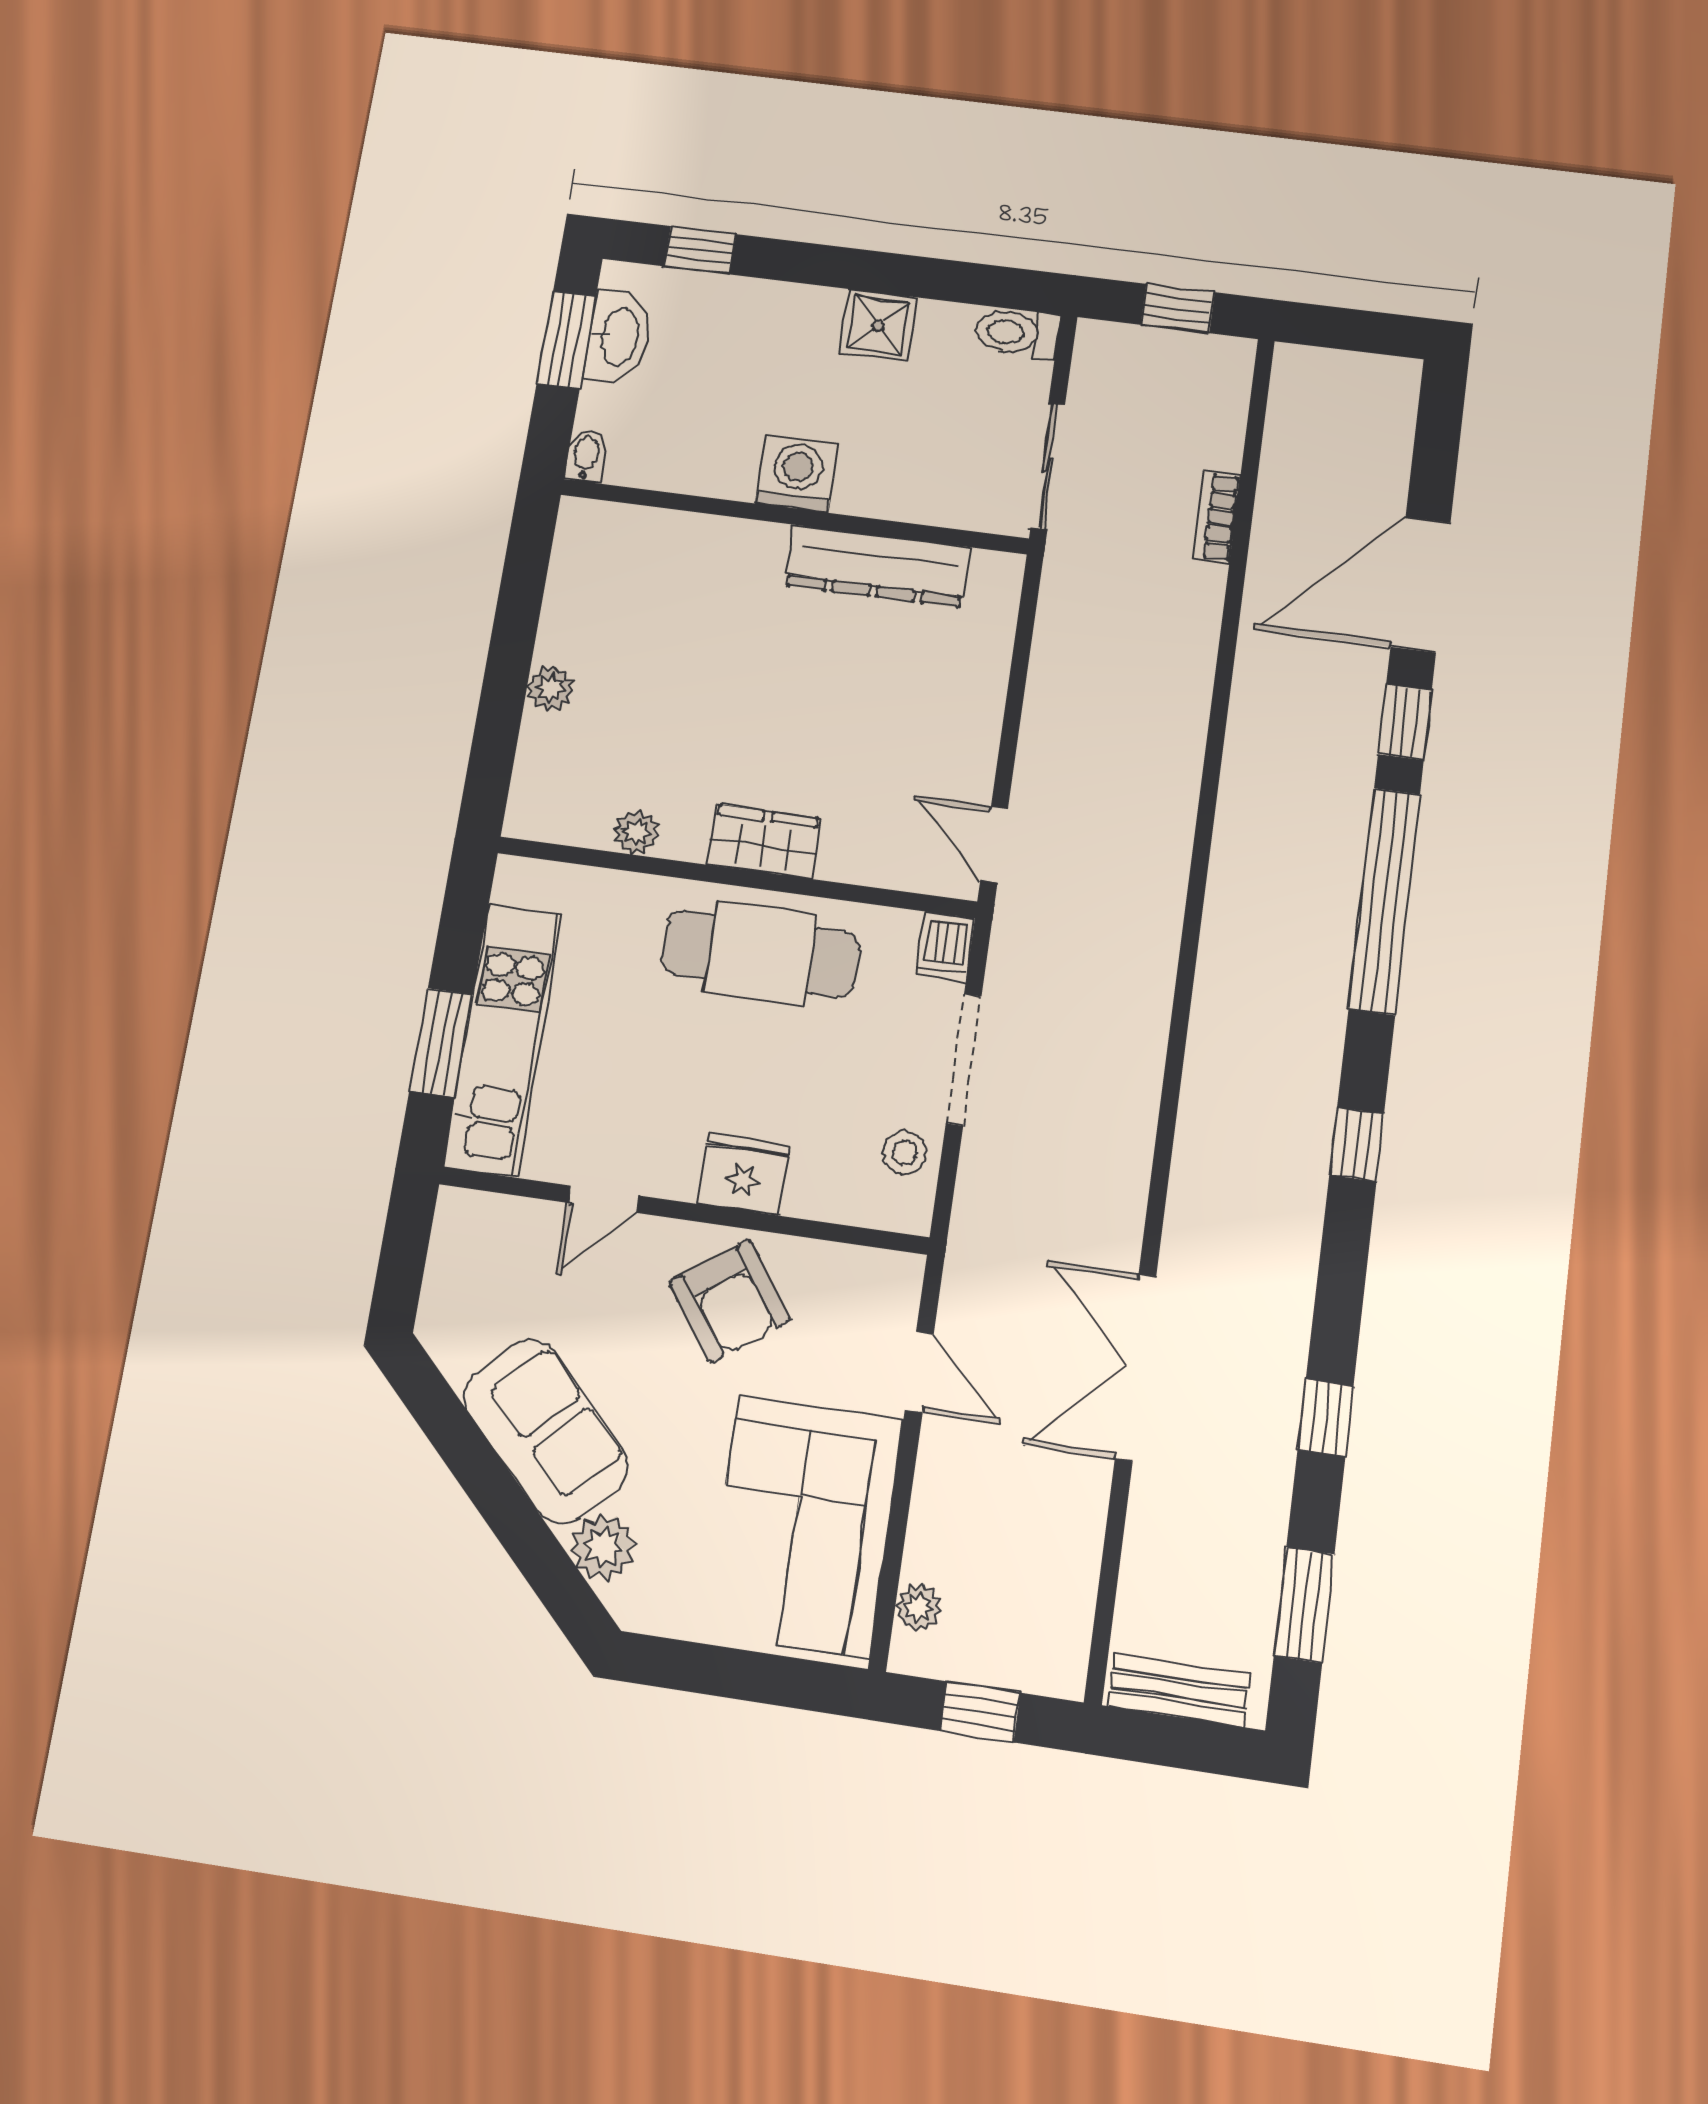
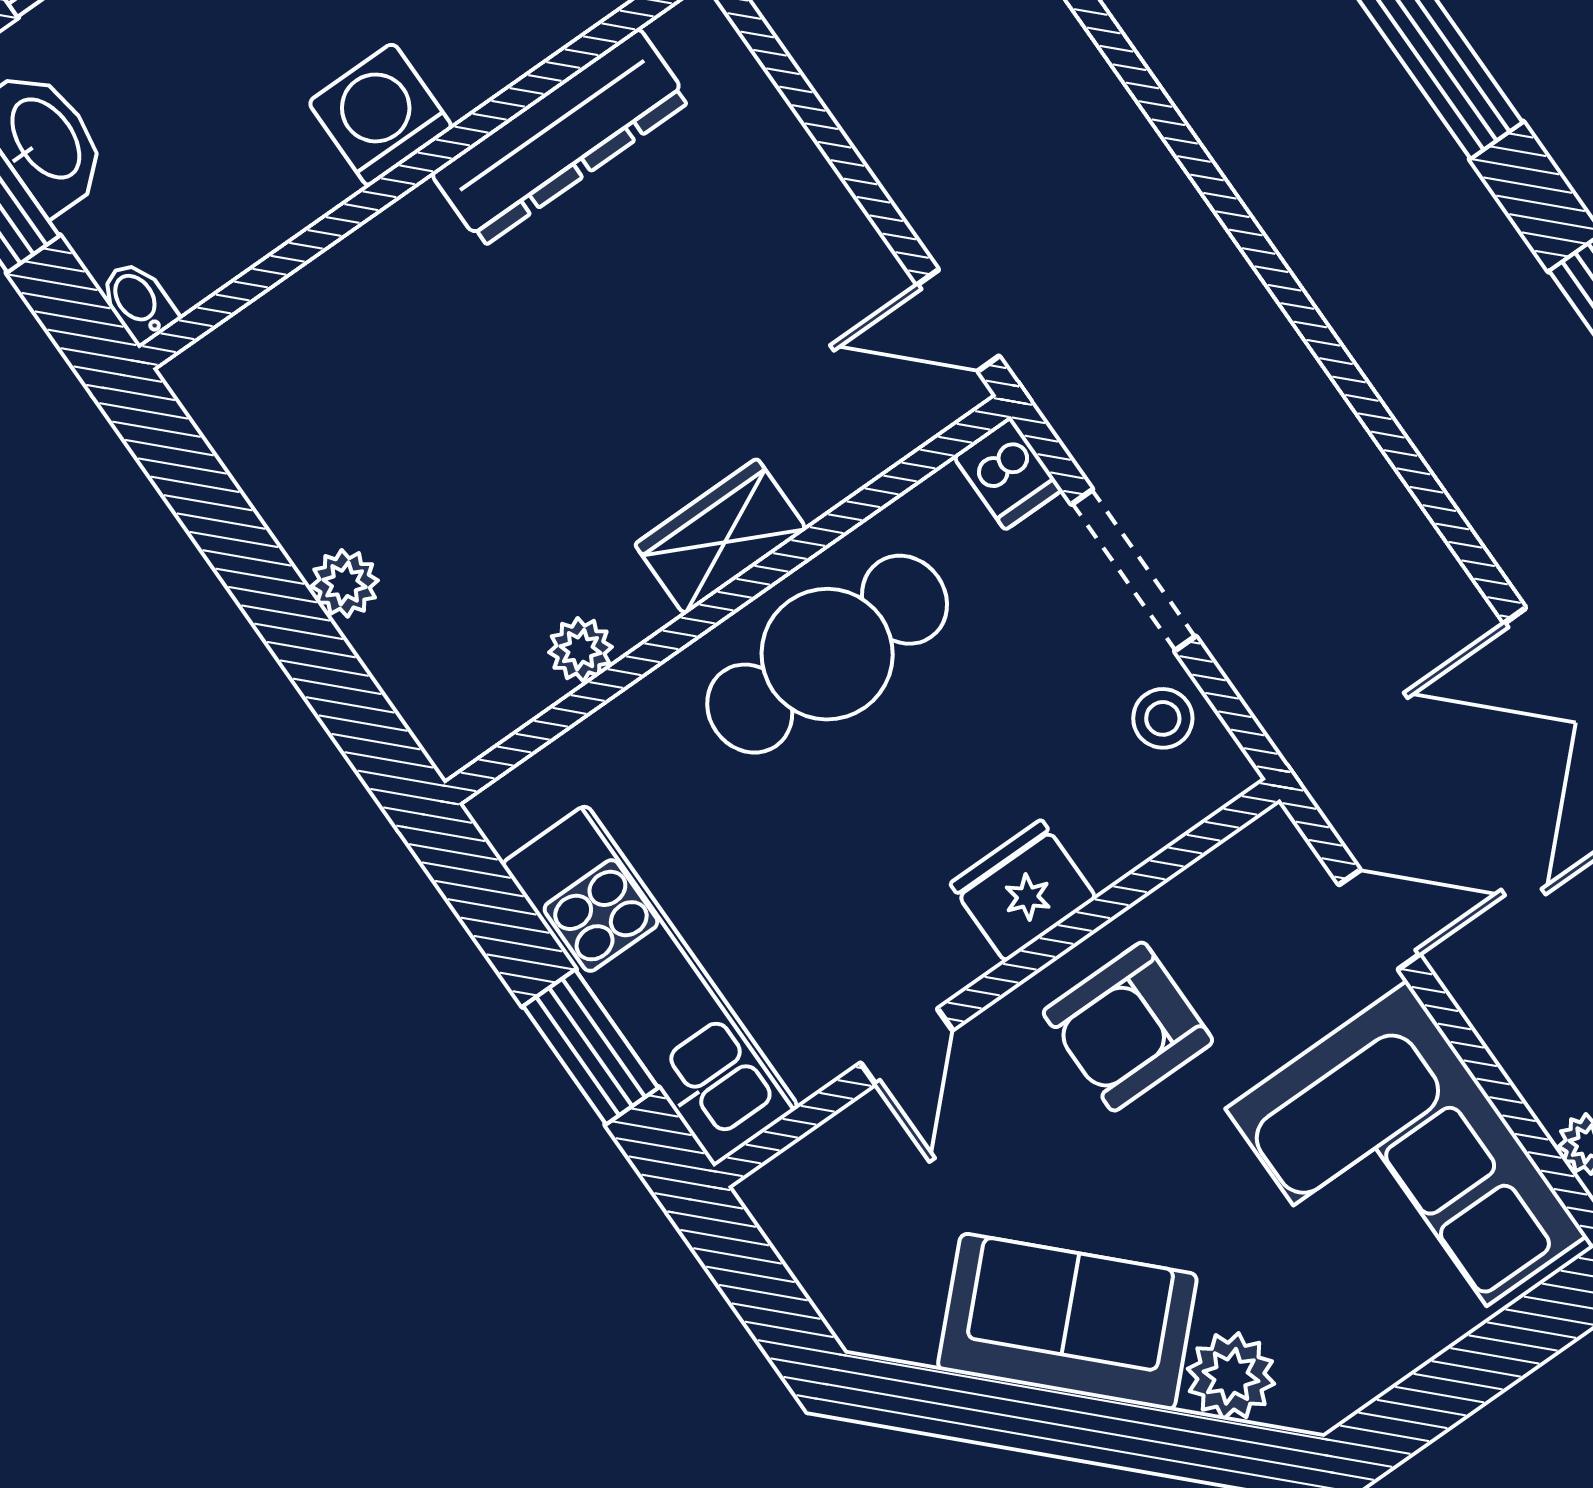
armchair: (730, 1301) -> (1128, 1027), turned 126

